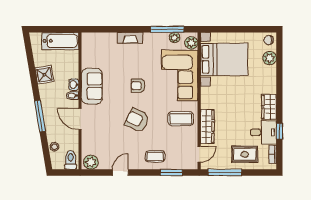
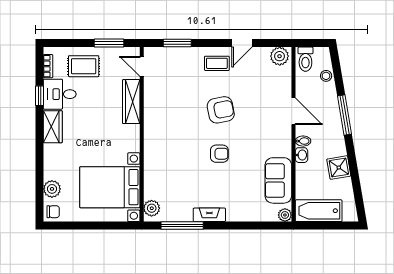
fireplace: (130, 38) -> (209, 215), moved
plant: (174, 38) -> (285, 215), moved
corner sofa: (180, 75) -> (167, 167), removed
sofa: (92, 86) -> (278, 180), moved
coffee table: (181, 119) -> (165, 112), removed
armchair: (137, 120) -> (221, 110), turned -36
door: (199, 154) -> (142, 66), hinge flipped
coffee table: (155, 156) -> (217, 63), moved
window: (225, 172) -> (109, 43), width x0.69

